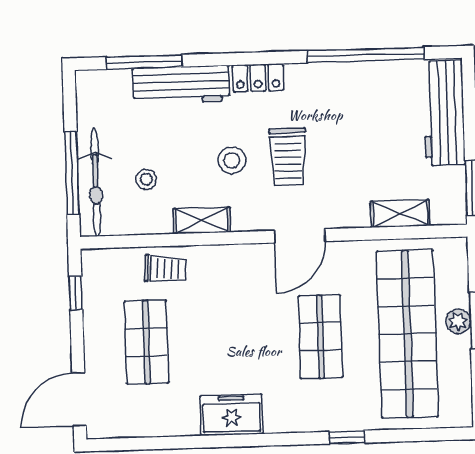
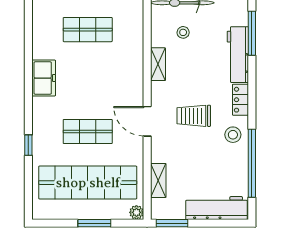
stool: (232, 160) -> (233, 135), moved
trolley: (165, 269) -> (130, 42), removed
plant: (458, 321) -> (136, 212), moved

